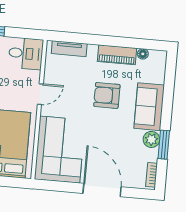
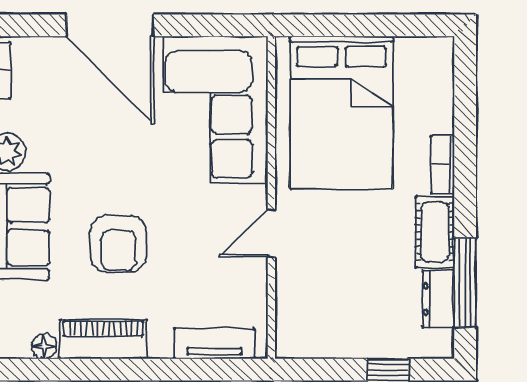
desk: (26, 53) -> (313, 323), removed
armchair: (107, 95) -> (118, 244), turned 90

